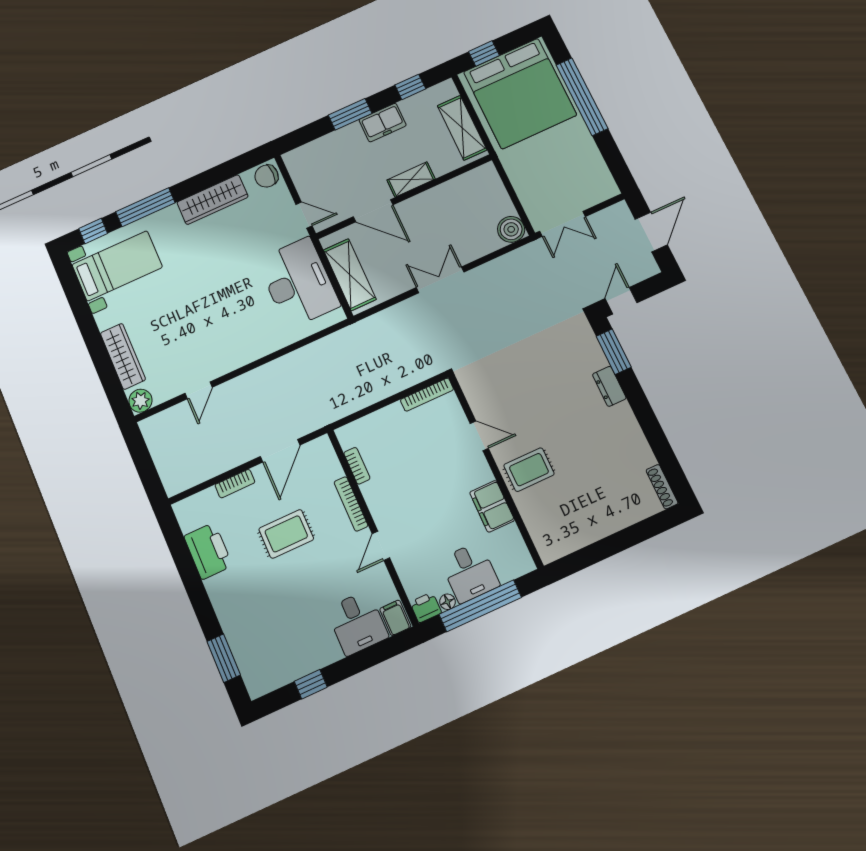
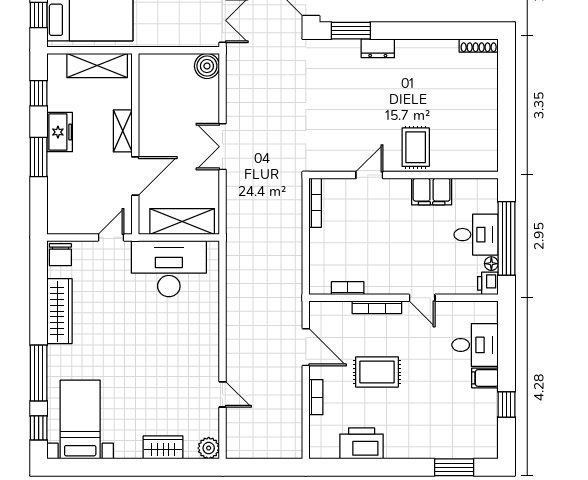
wardrobe: (123, 356) -> (163, 447), width x0.67
rug: (286, 534) -> (377, 372), turned 90
filing cabinet: (395, 618) -> (485, 378), moved

